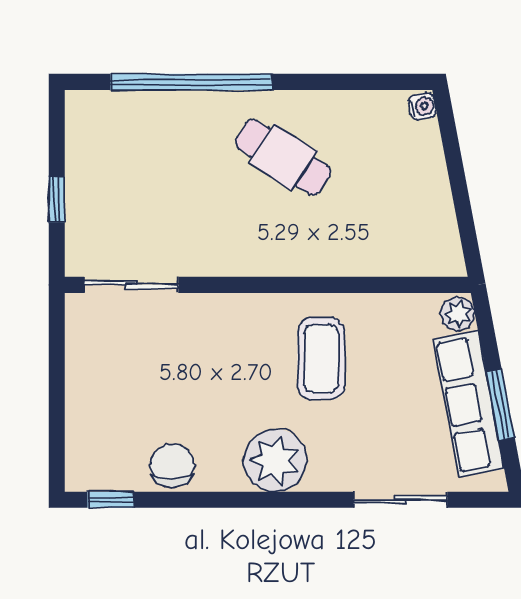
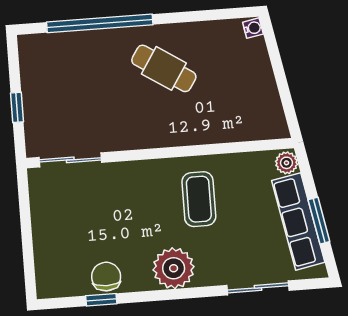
window: (111, 500) -> (101, 300), moved

